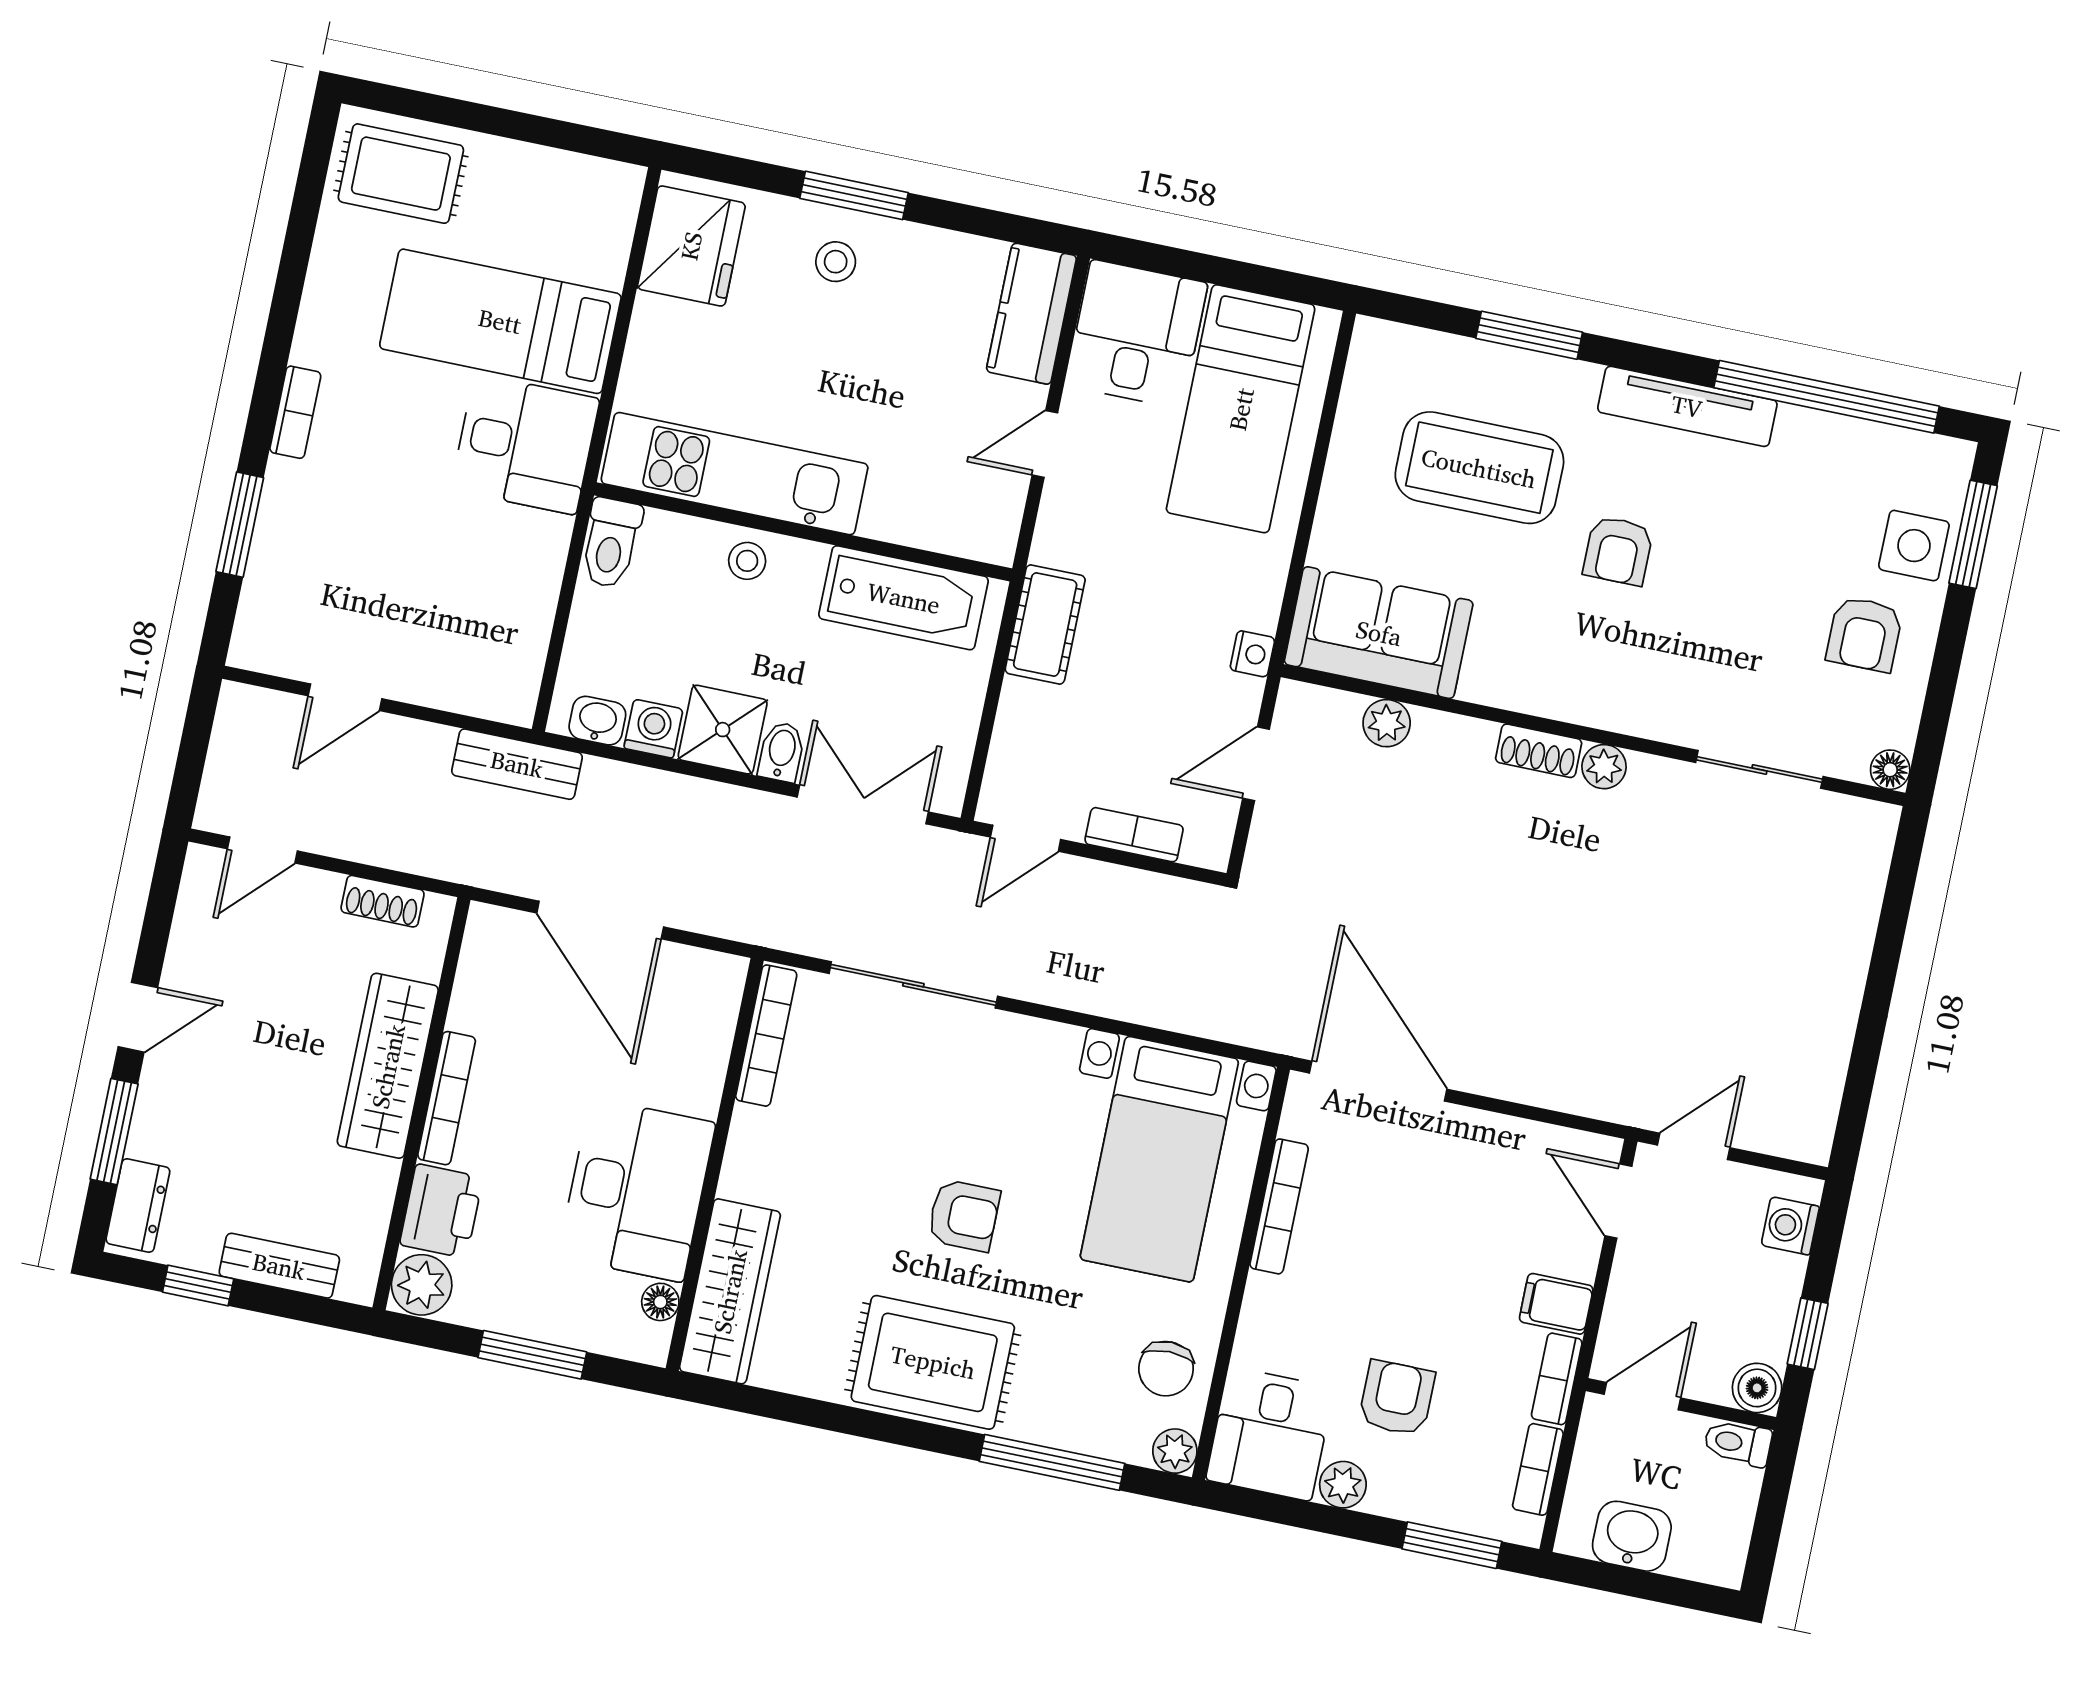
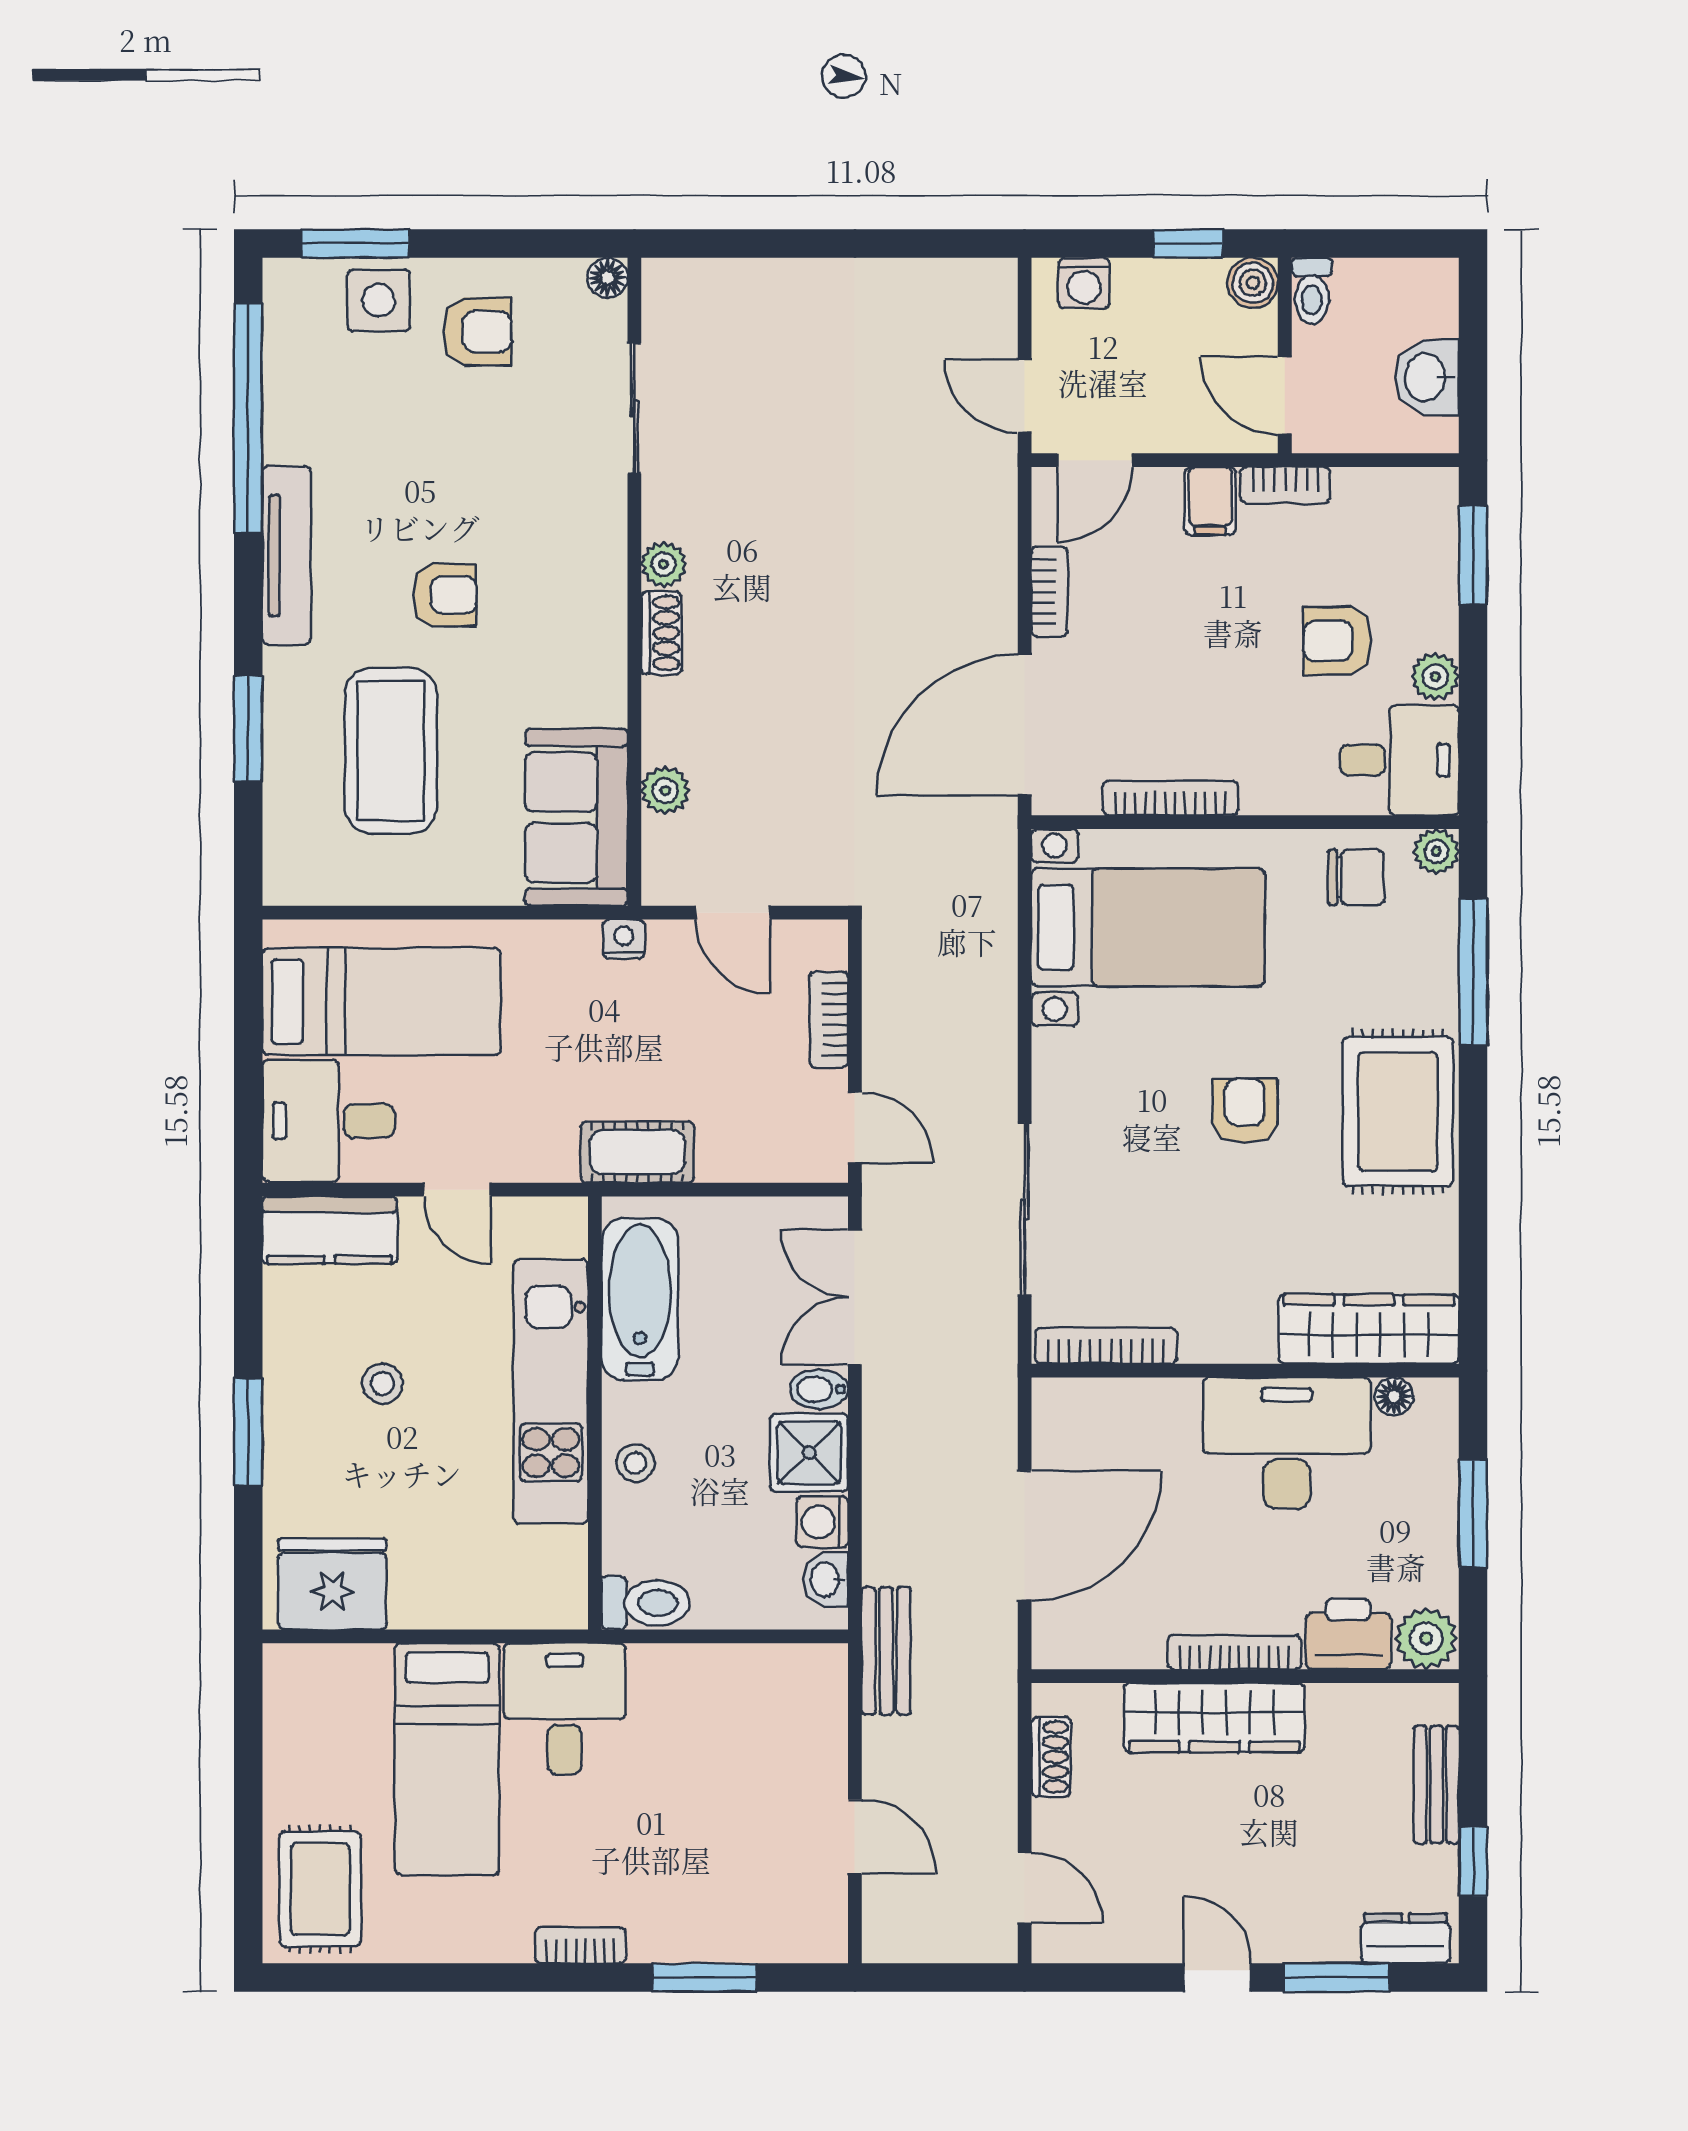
stool: (836, 262) -> (382, 1384), moved
kitchen unit: (735, 474) -> (551, 1392), moved
bookcase: (1538, 1469) -> (1049, 592), moved, turned -90

